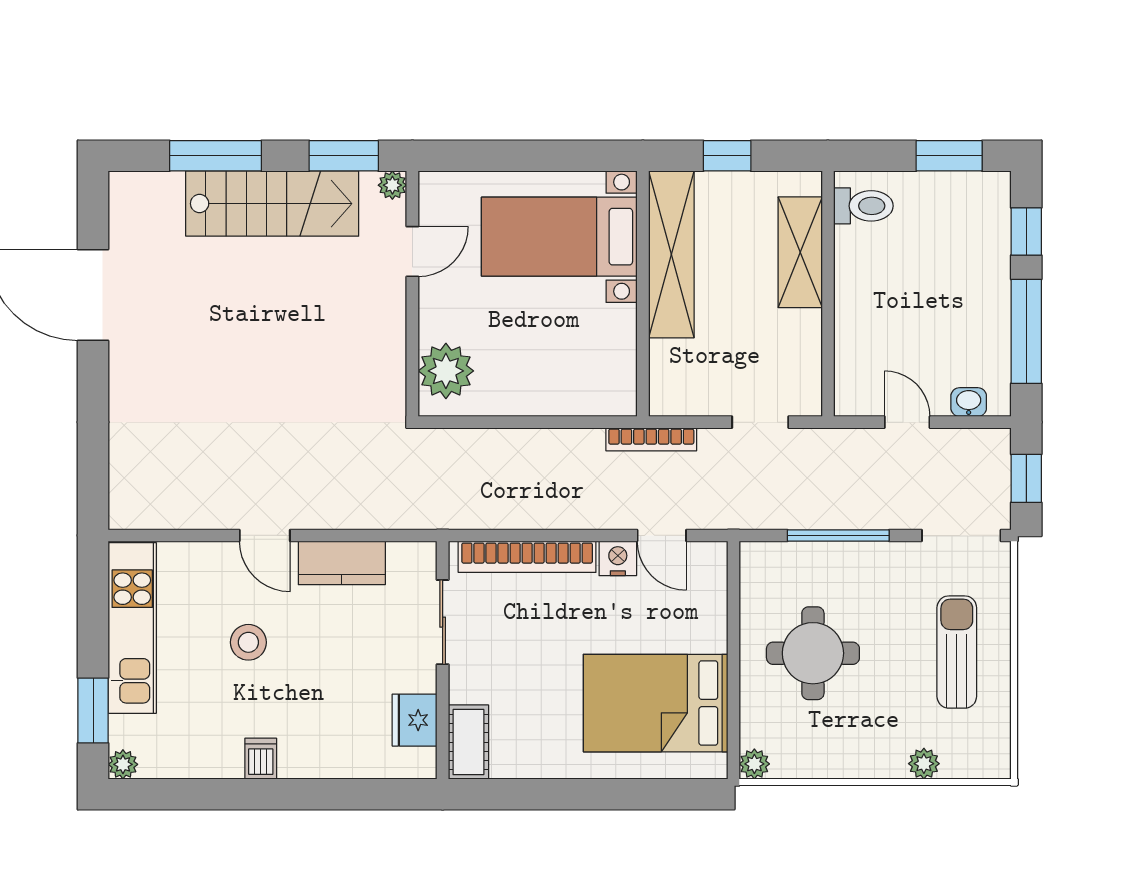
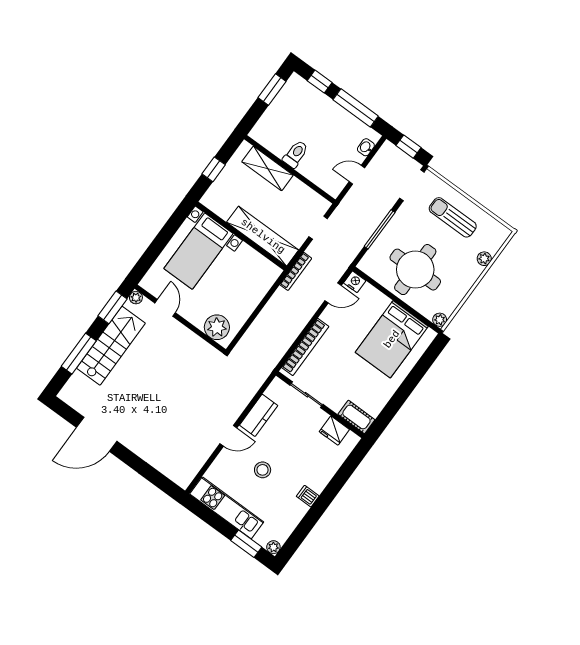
toilet: (863, 206) -> (296, 154), moved
shelving: (671, 254) -> (263, 236), moved
nightstand: (618, 558) -> (355, 282), moved, turned 90
round table: (813, 653) -> (415, 270), width x1.36, depth x1.36

